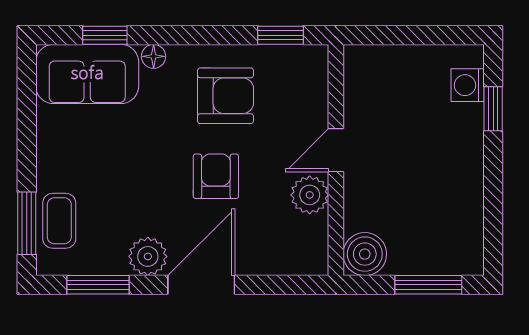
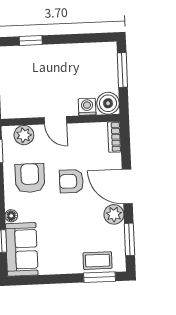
washing machine: (468, 85) -> (87, 107), moved, turned 180
plant: (310, 195) -> (24, 135), moved
bookcase: (299, 264) -> (114, 137), added

